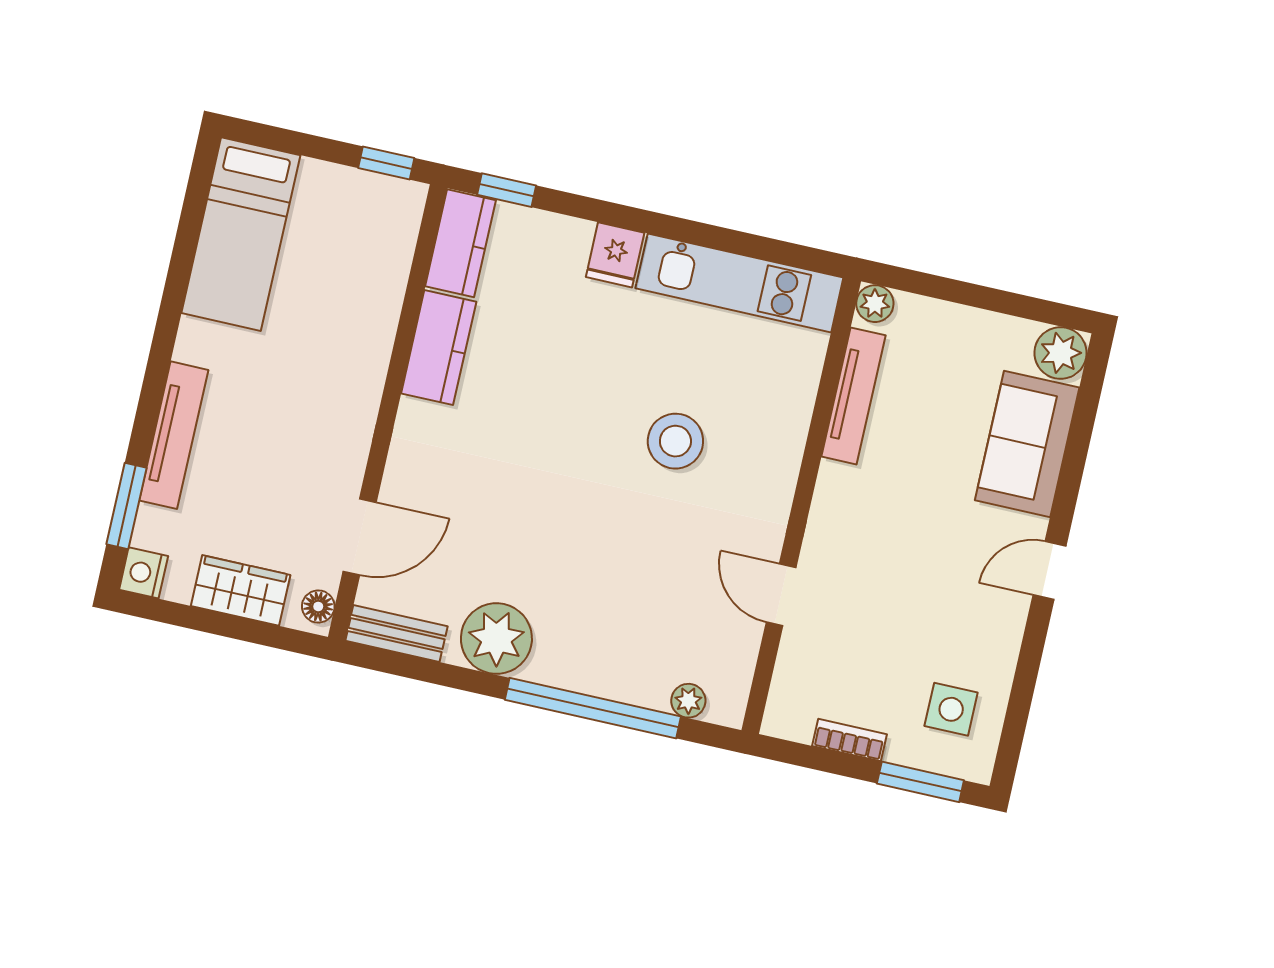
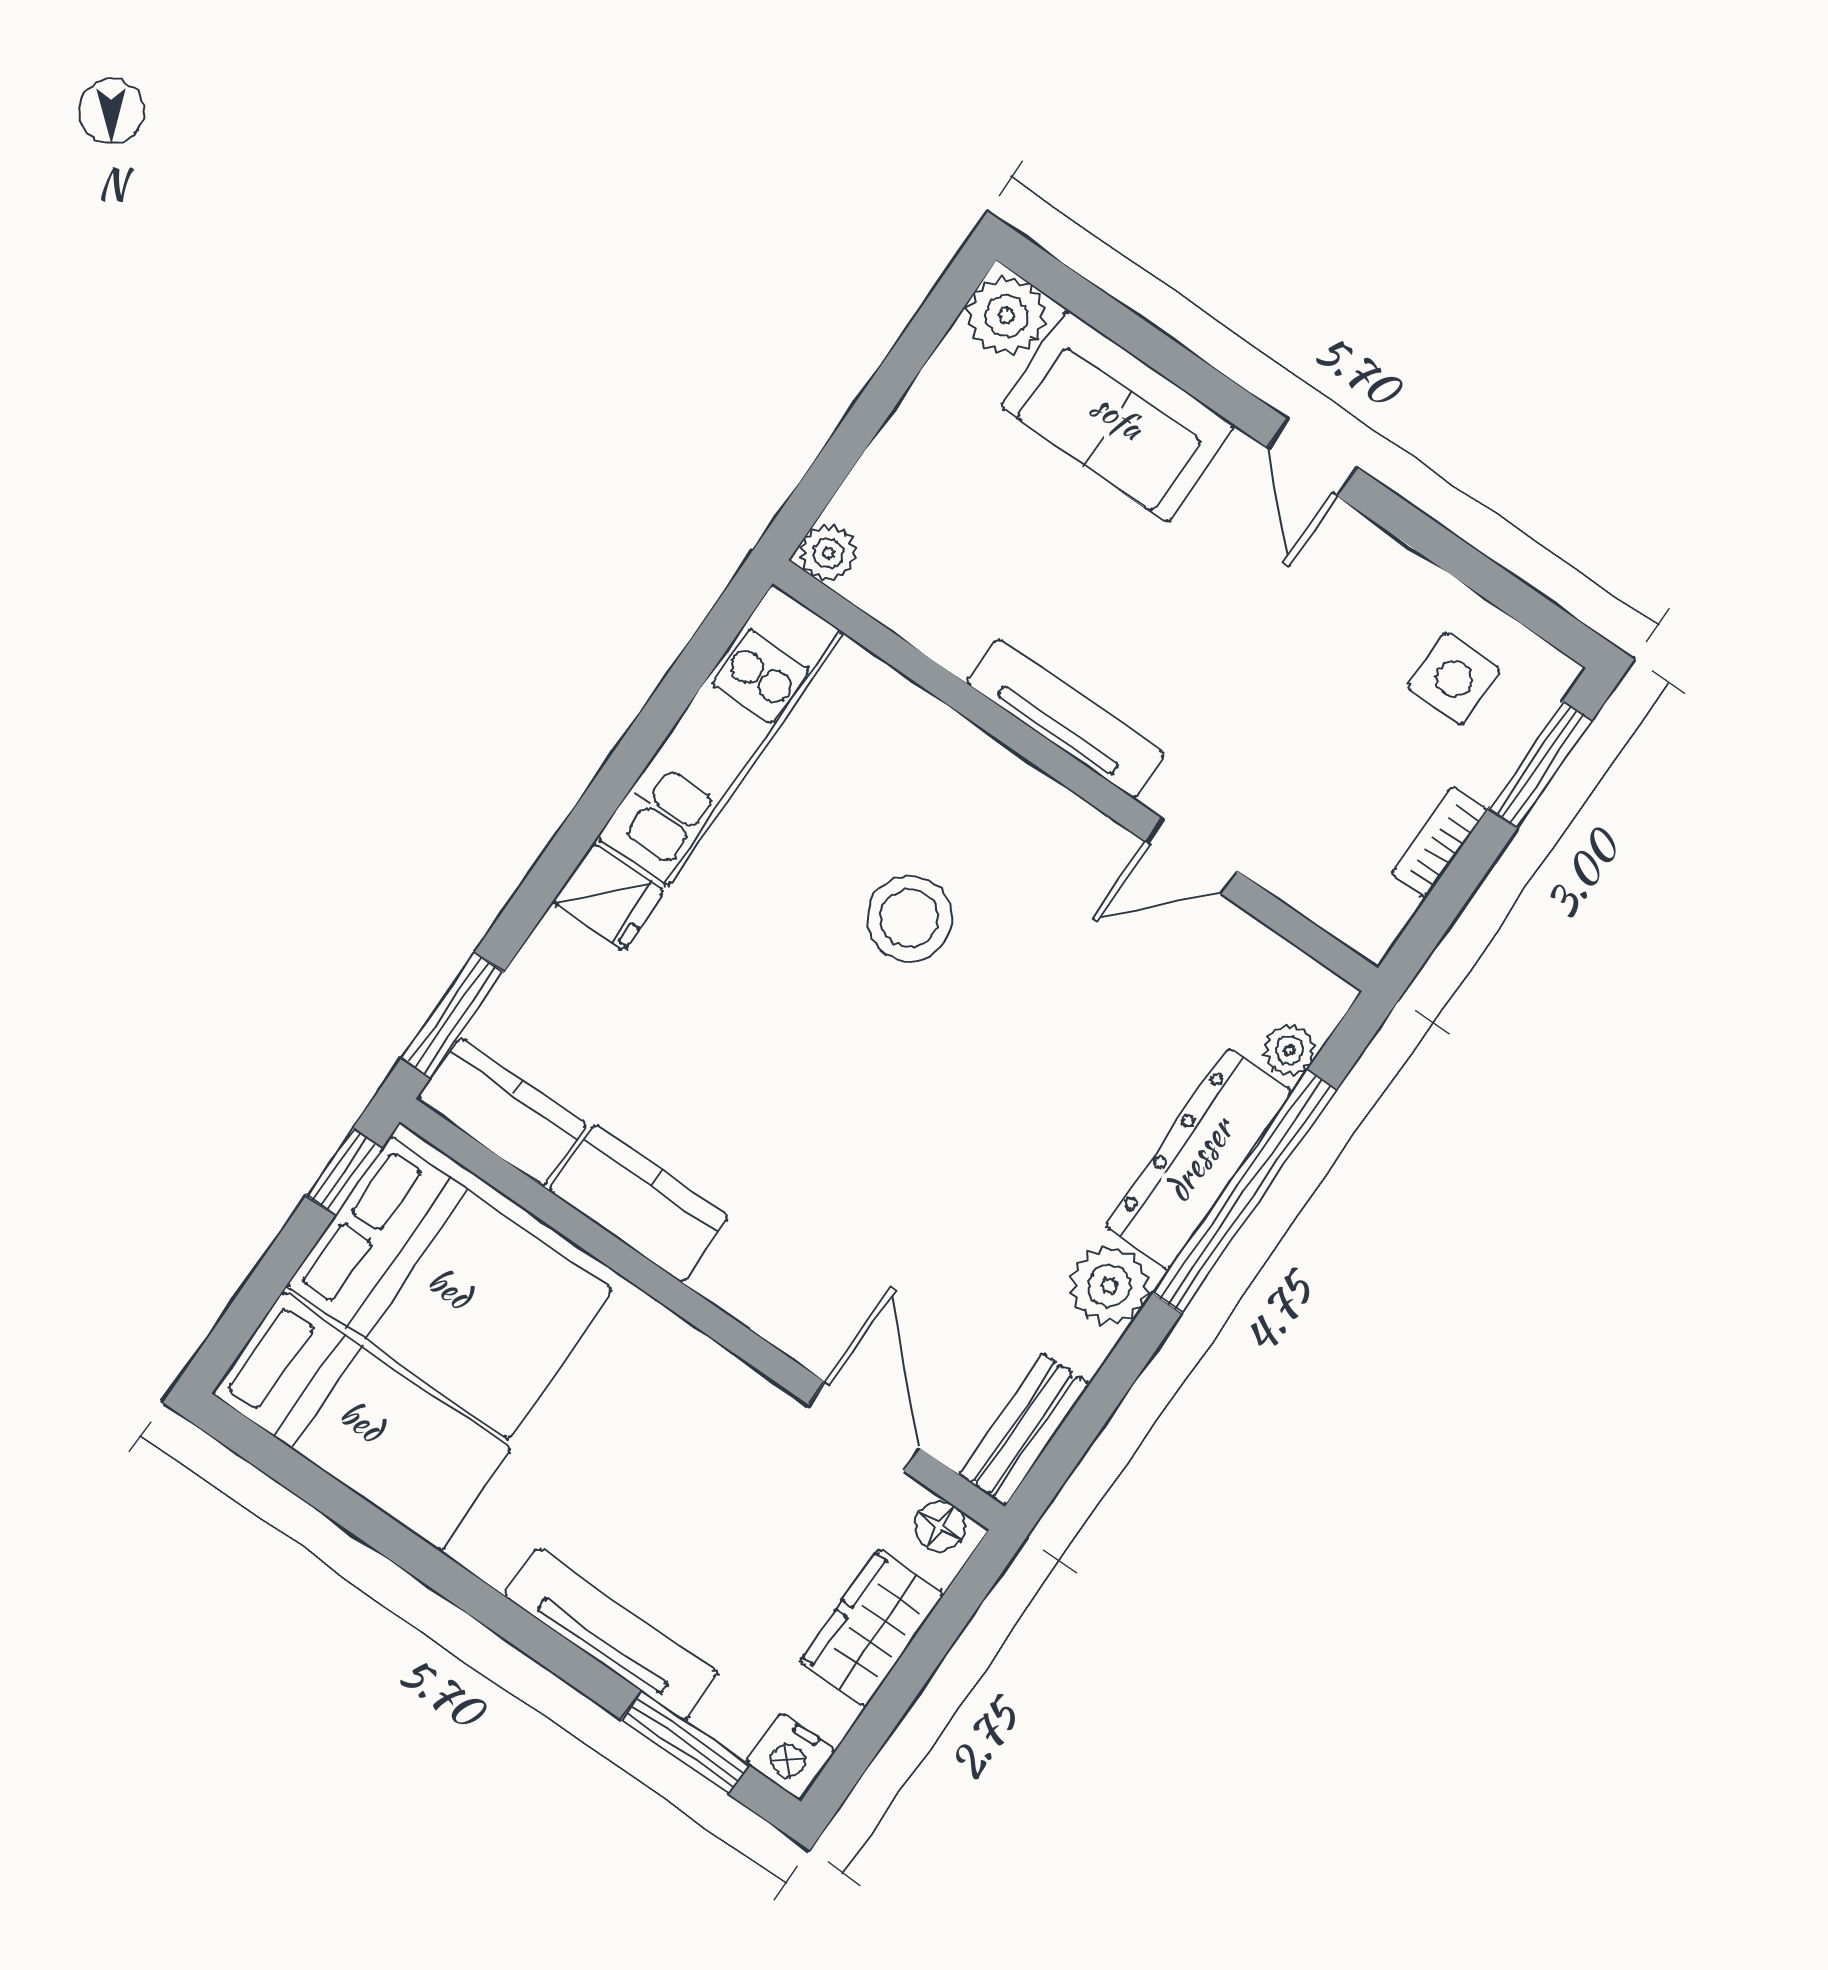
window: (507, 190) -> (453, 1015), width x1.50
bed: (342, 254) -> (450, 1288), added
tv unit: (853, 396) -> (1066, 719), moved
plant: (496, 639) -> (1109, 1286), width x0.73, depth x0.73
dresser: (601, 673) -> (1199, 1159), added

